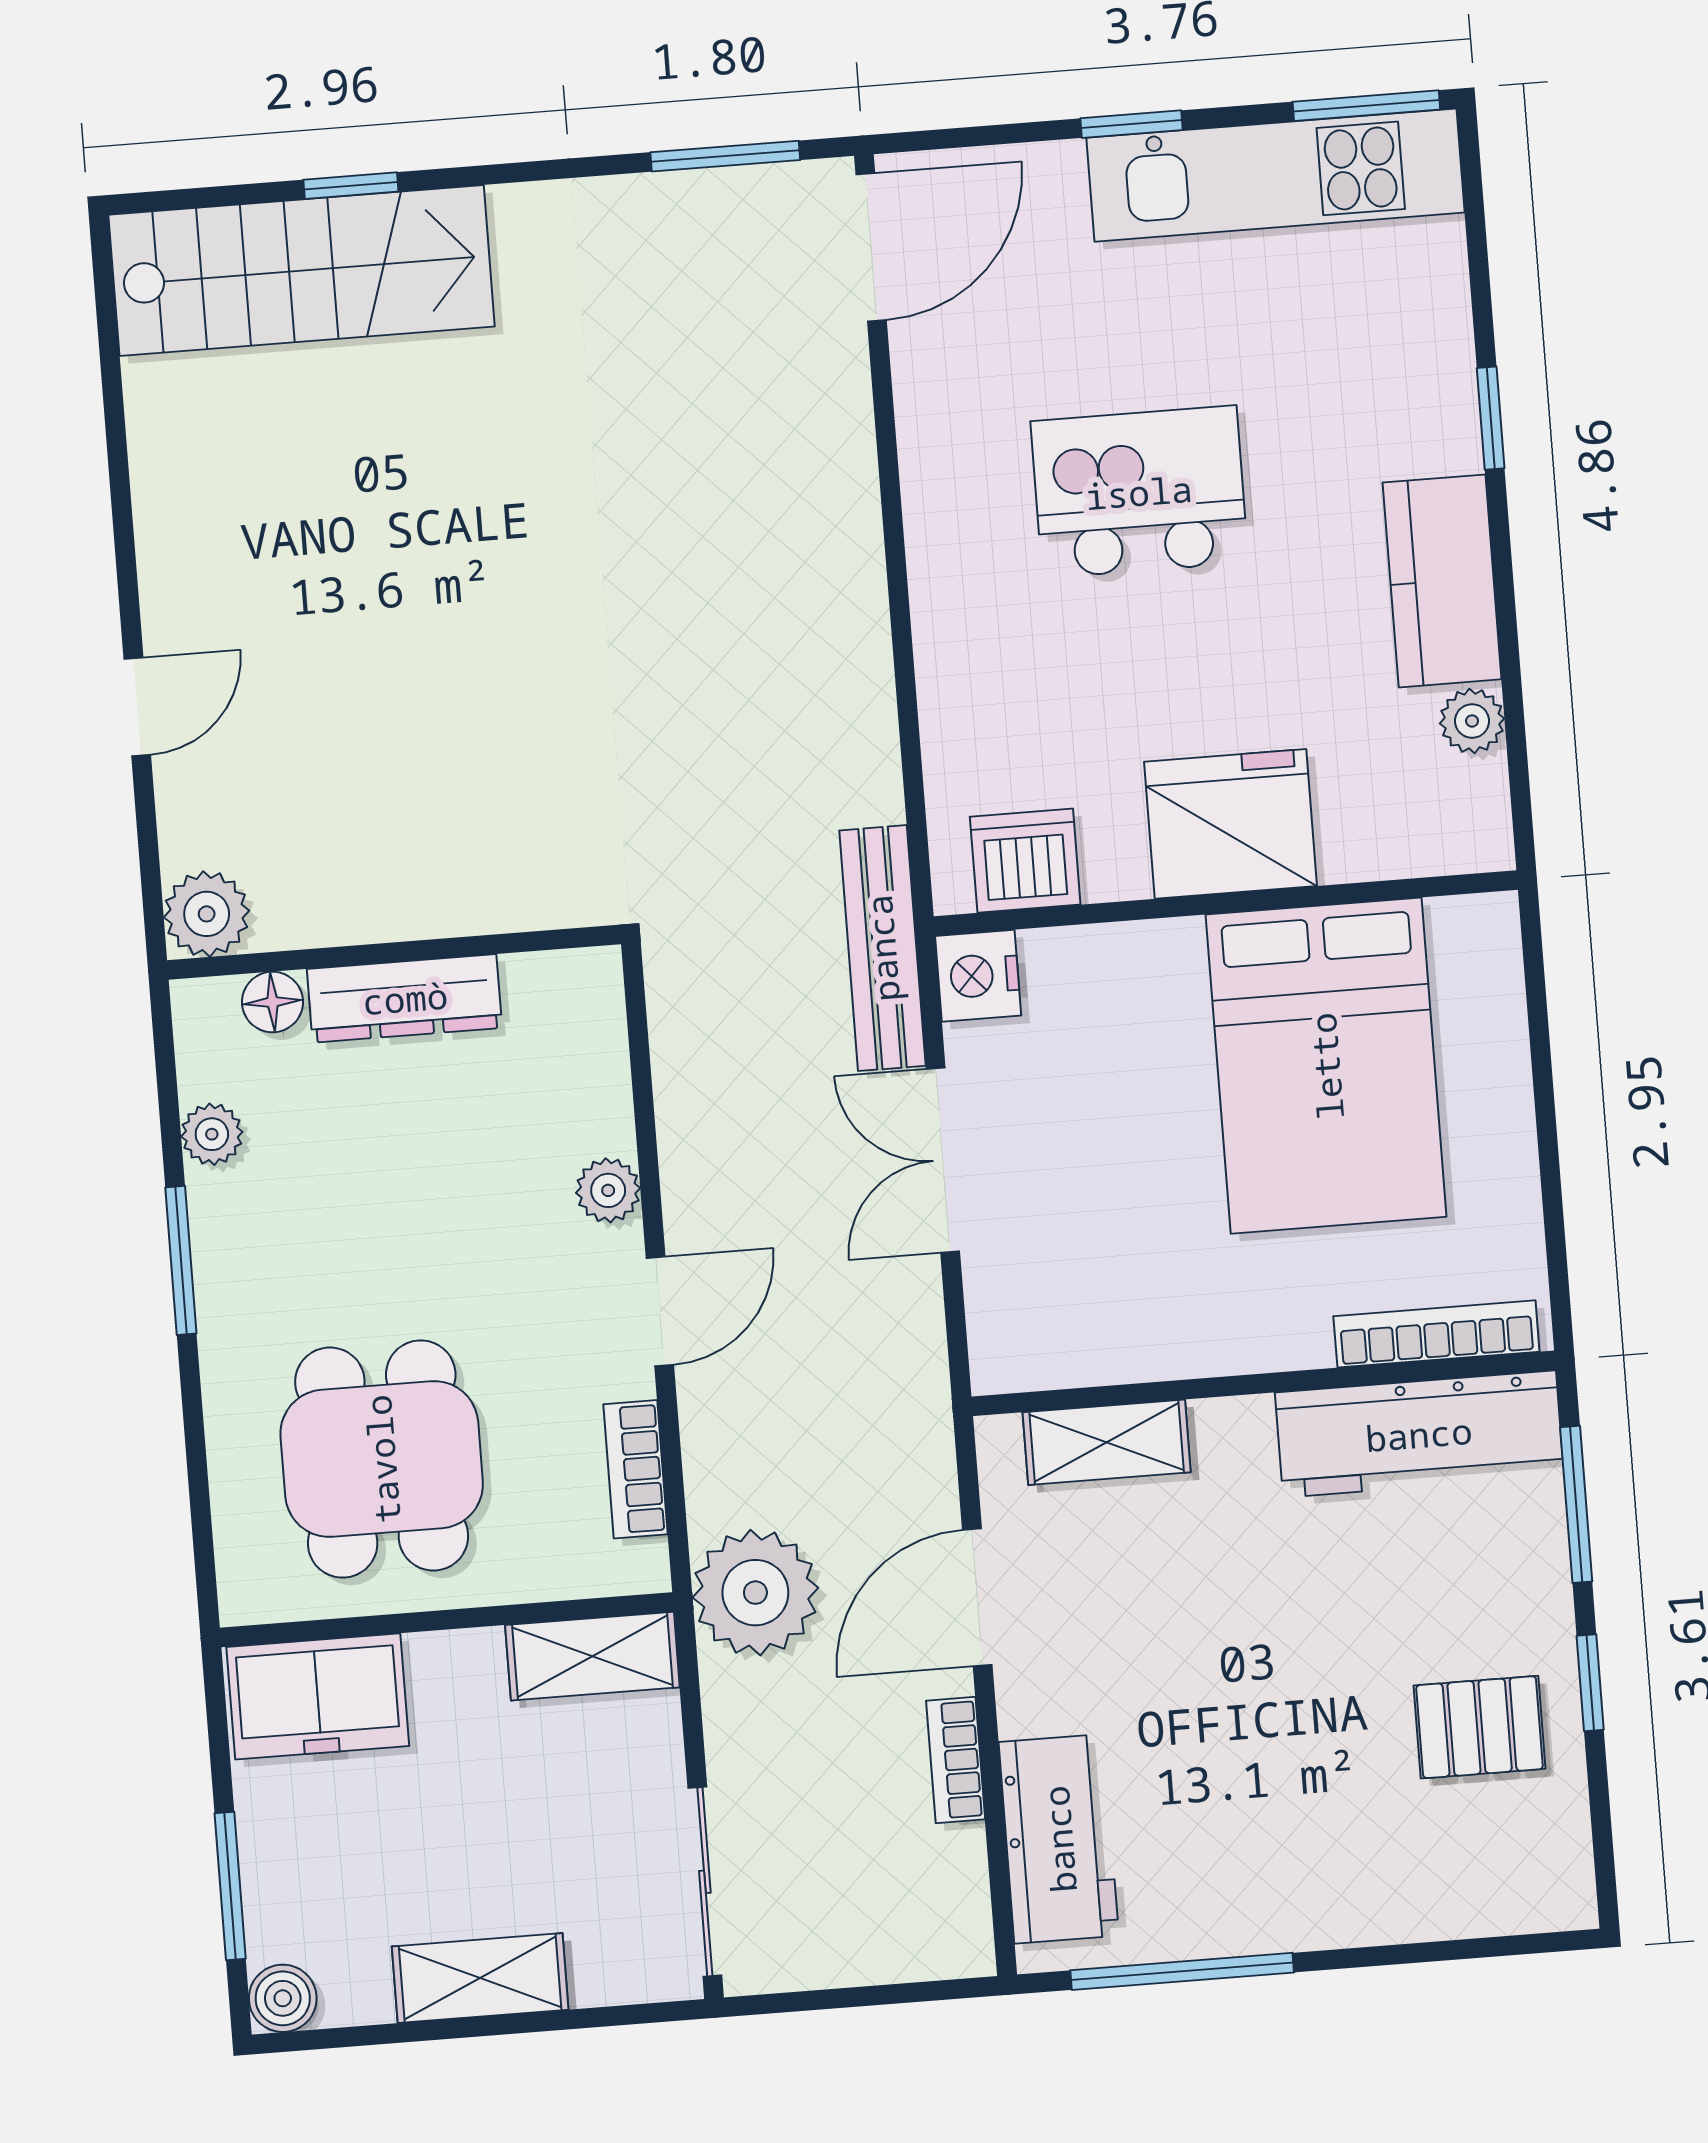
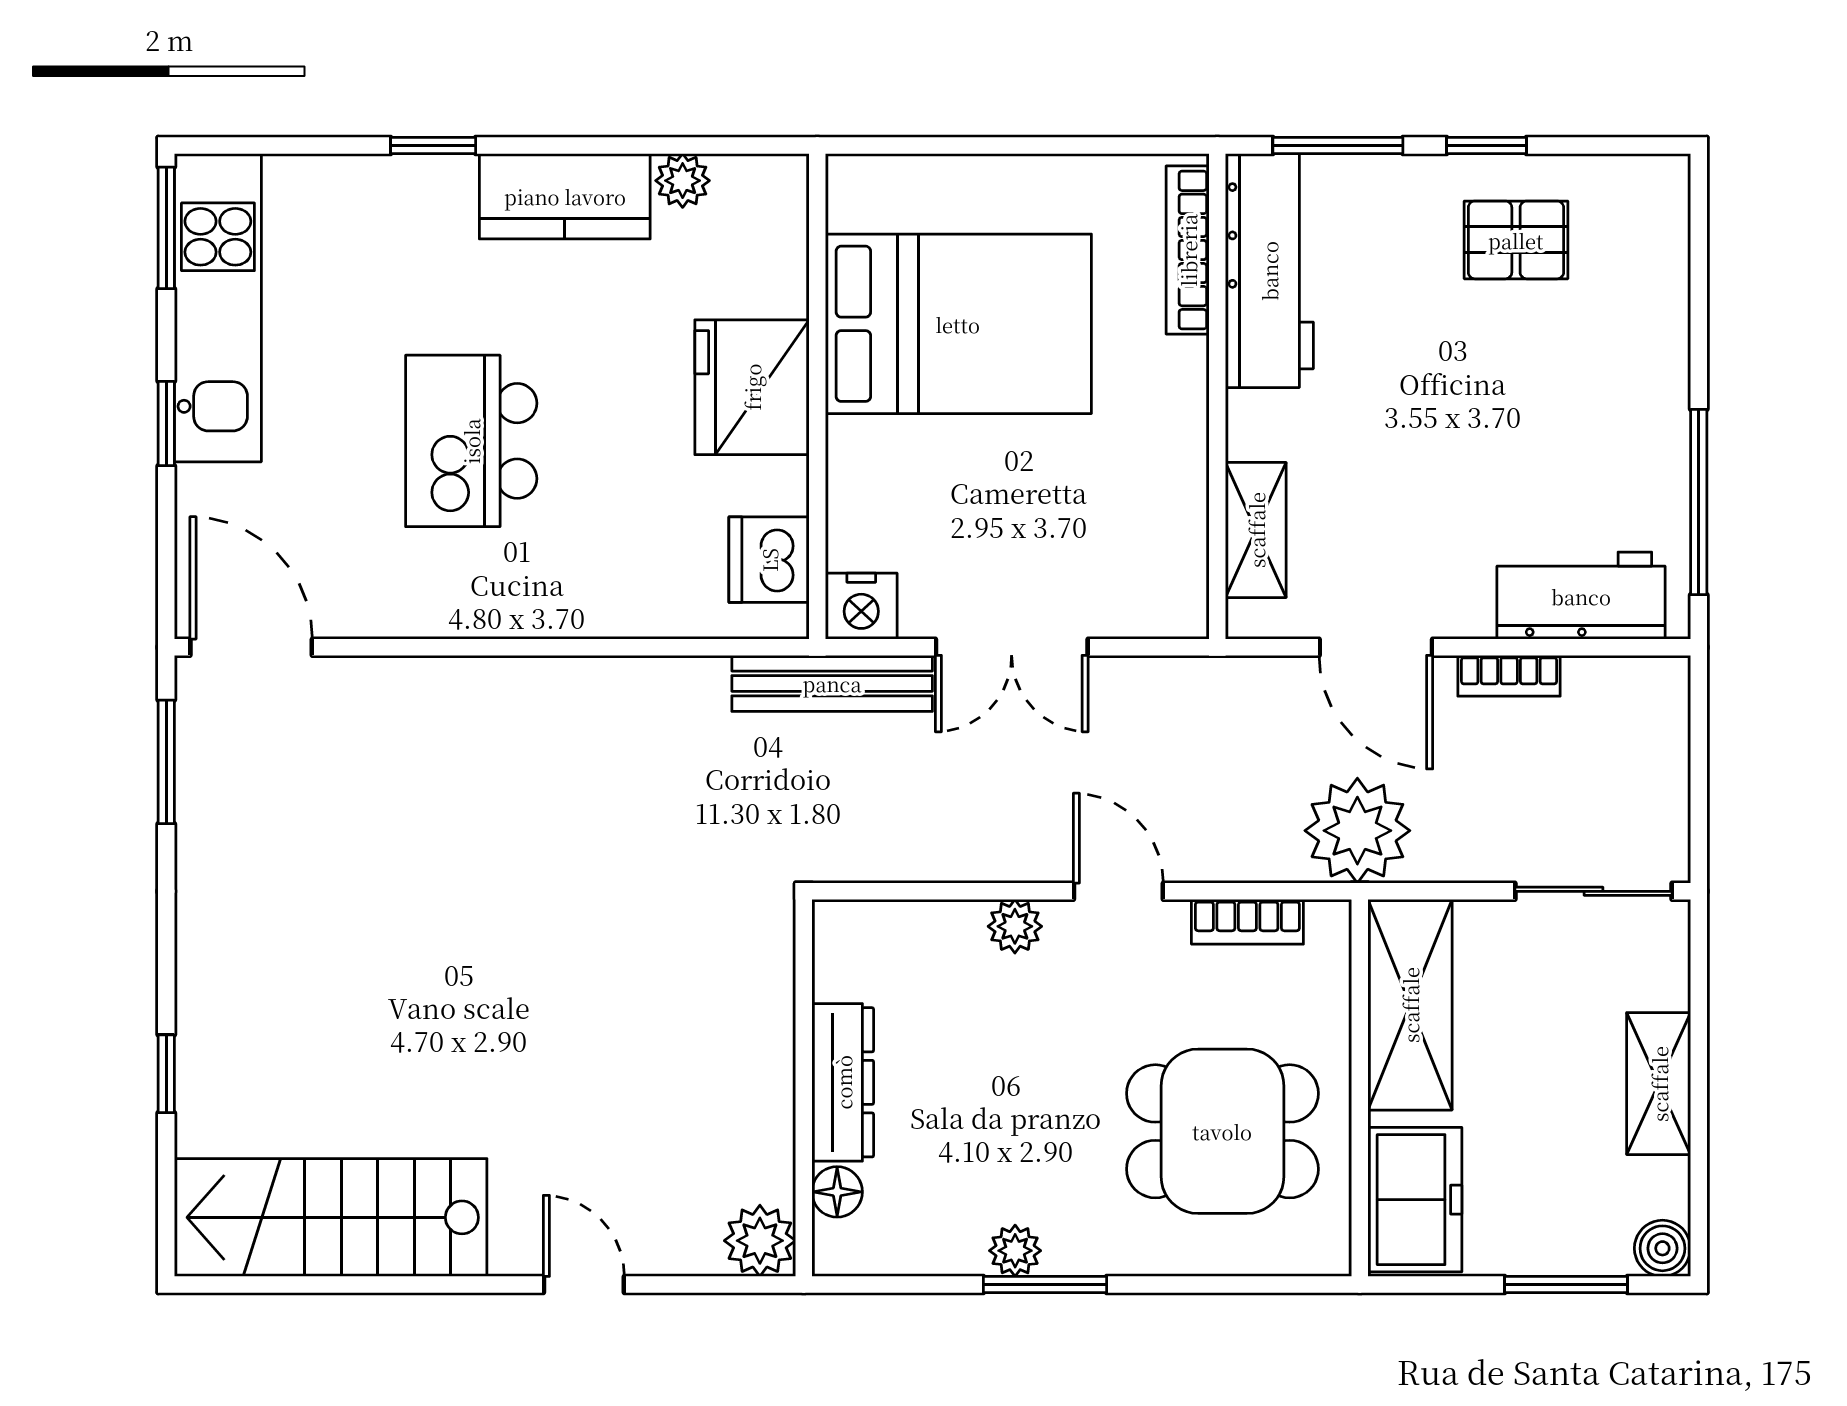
stairs: (302, 271) -> (331, 1217), moved, turned -90
plant: (212, 1134) -> (1015, 1251), moved
shelving: (592, 1656) -> (1410, 1005), width x1.50, depth x1.33
pallet: (1480, 1727) -> (1516, 240), turned 90

